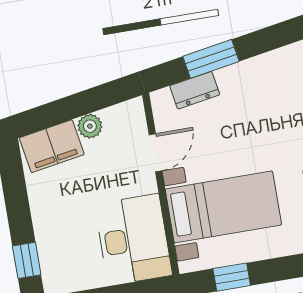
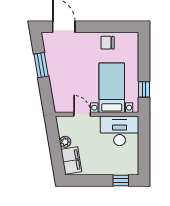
window: (211, 59) -> (41, 65), moved
dresser: (195, 90) -> (57, 92), removed

